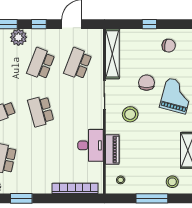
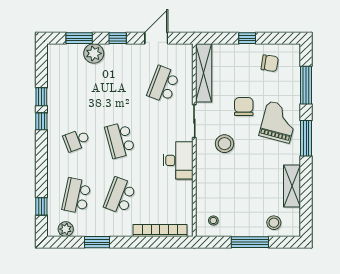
school desk: (41, 64) -> (120, 196), moved
desk: (91, 145) -> (178, 160), moved
piano: (112, 150) -> (204, 185), removed

